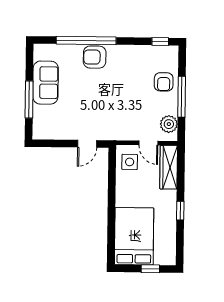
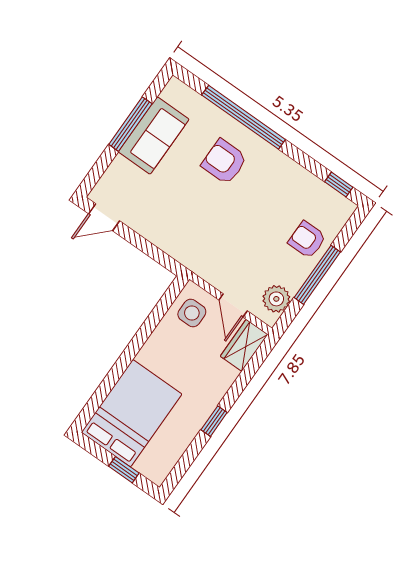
armchair: (95, 57) -> (224, 162), moved
armchair: (164, 82) -> (307, 240), turned 90
window: (29, 99) -> (130, 124), moved
door: (87, 144) -> (104, 217), moved
wardrobe: (169, 167) -> (244, 345), width x0.67

